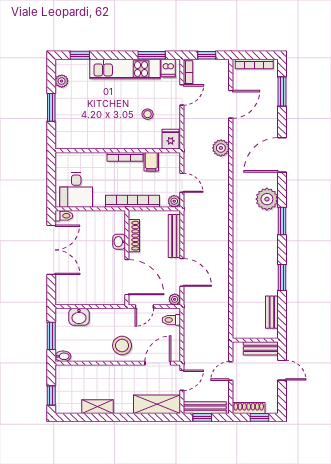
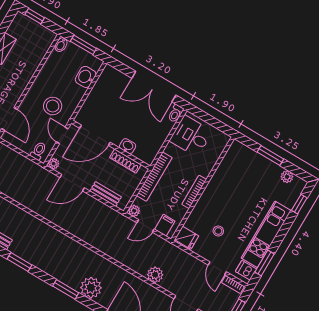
filing cabinet: (151, 162) -> (165, 225), moved, turned 90
bench: (174, 236) -> (106, 194), width x0.73
stool: (122, 345) -> (53, 106), moved

